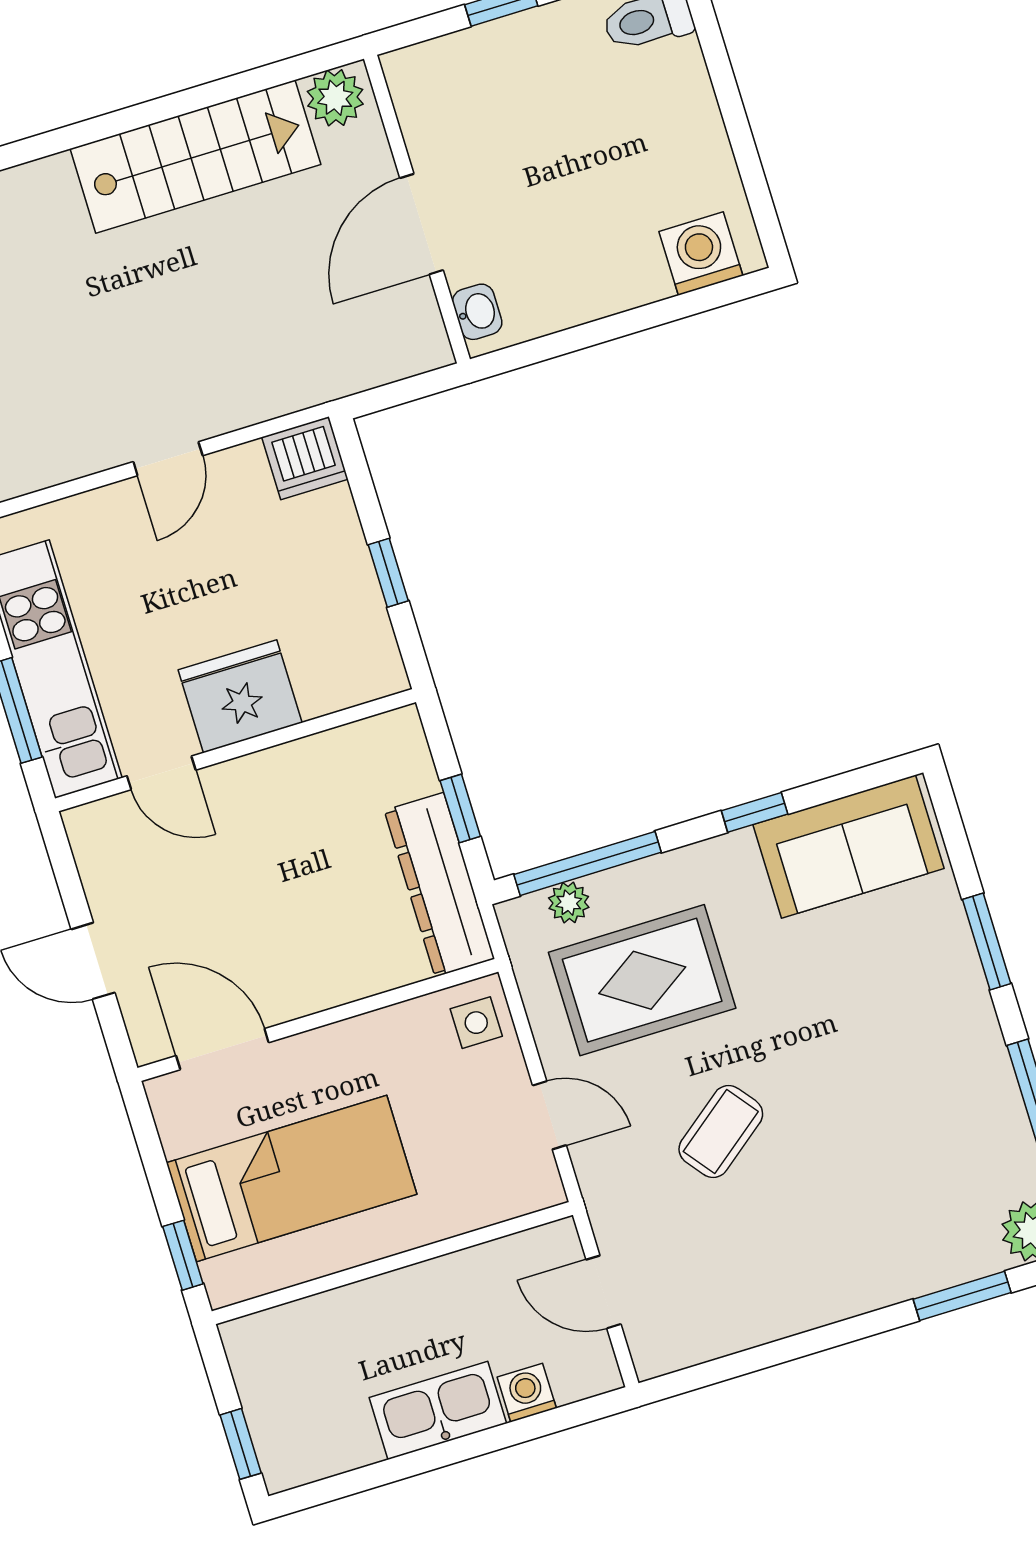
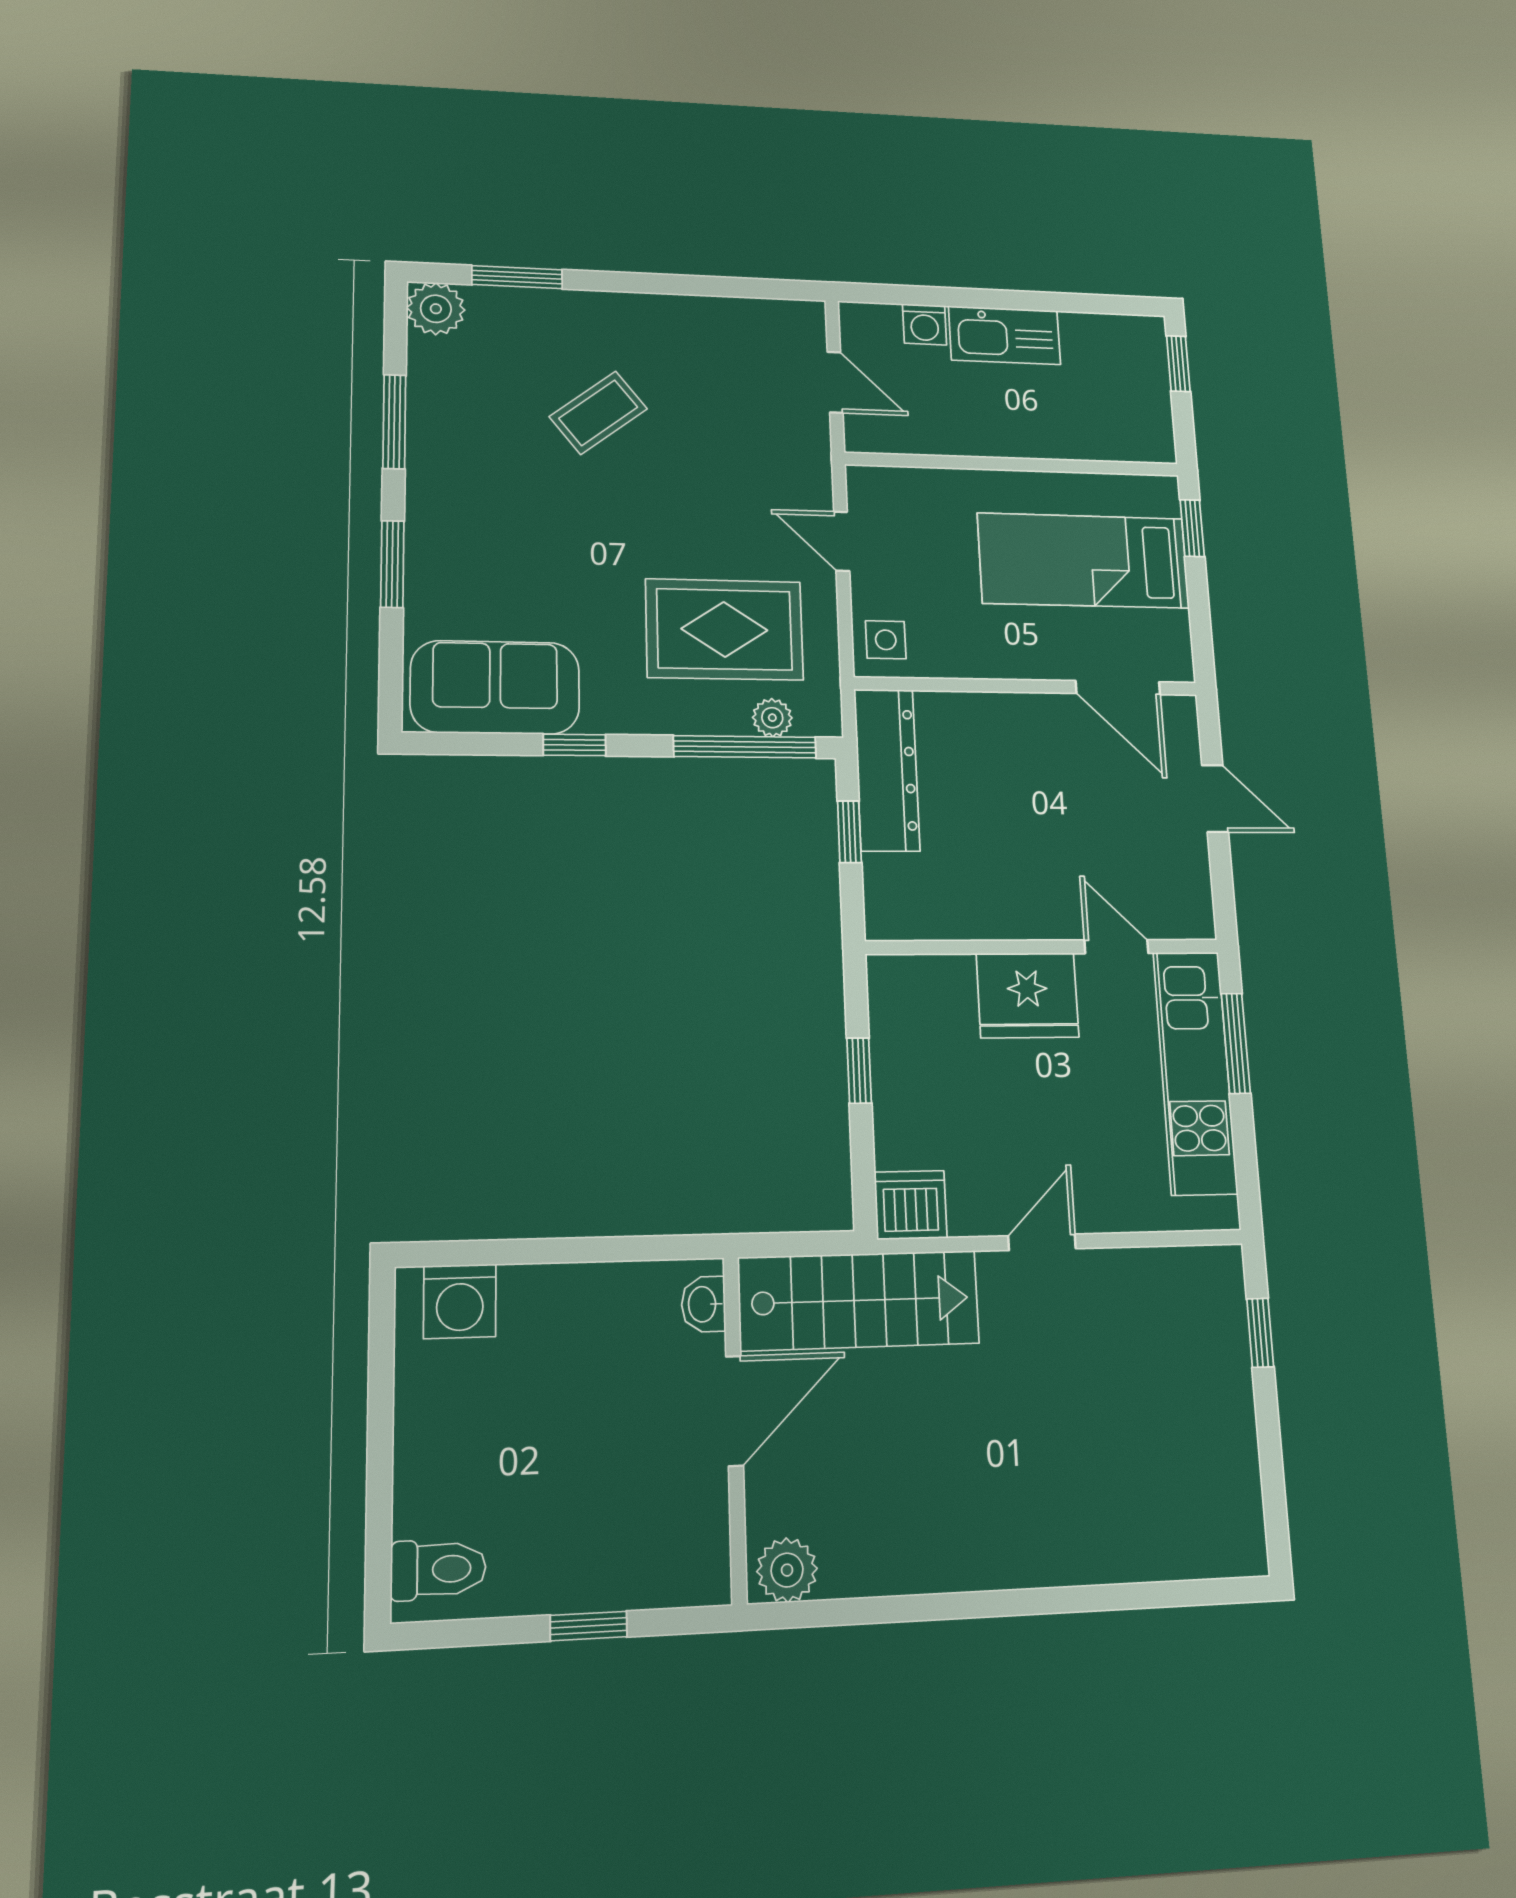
stairs: (195, 157) -> (859, 1300), moved, turned 180
coffee table: (721, 1131) -> (598, 413), moved

